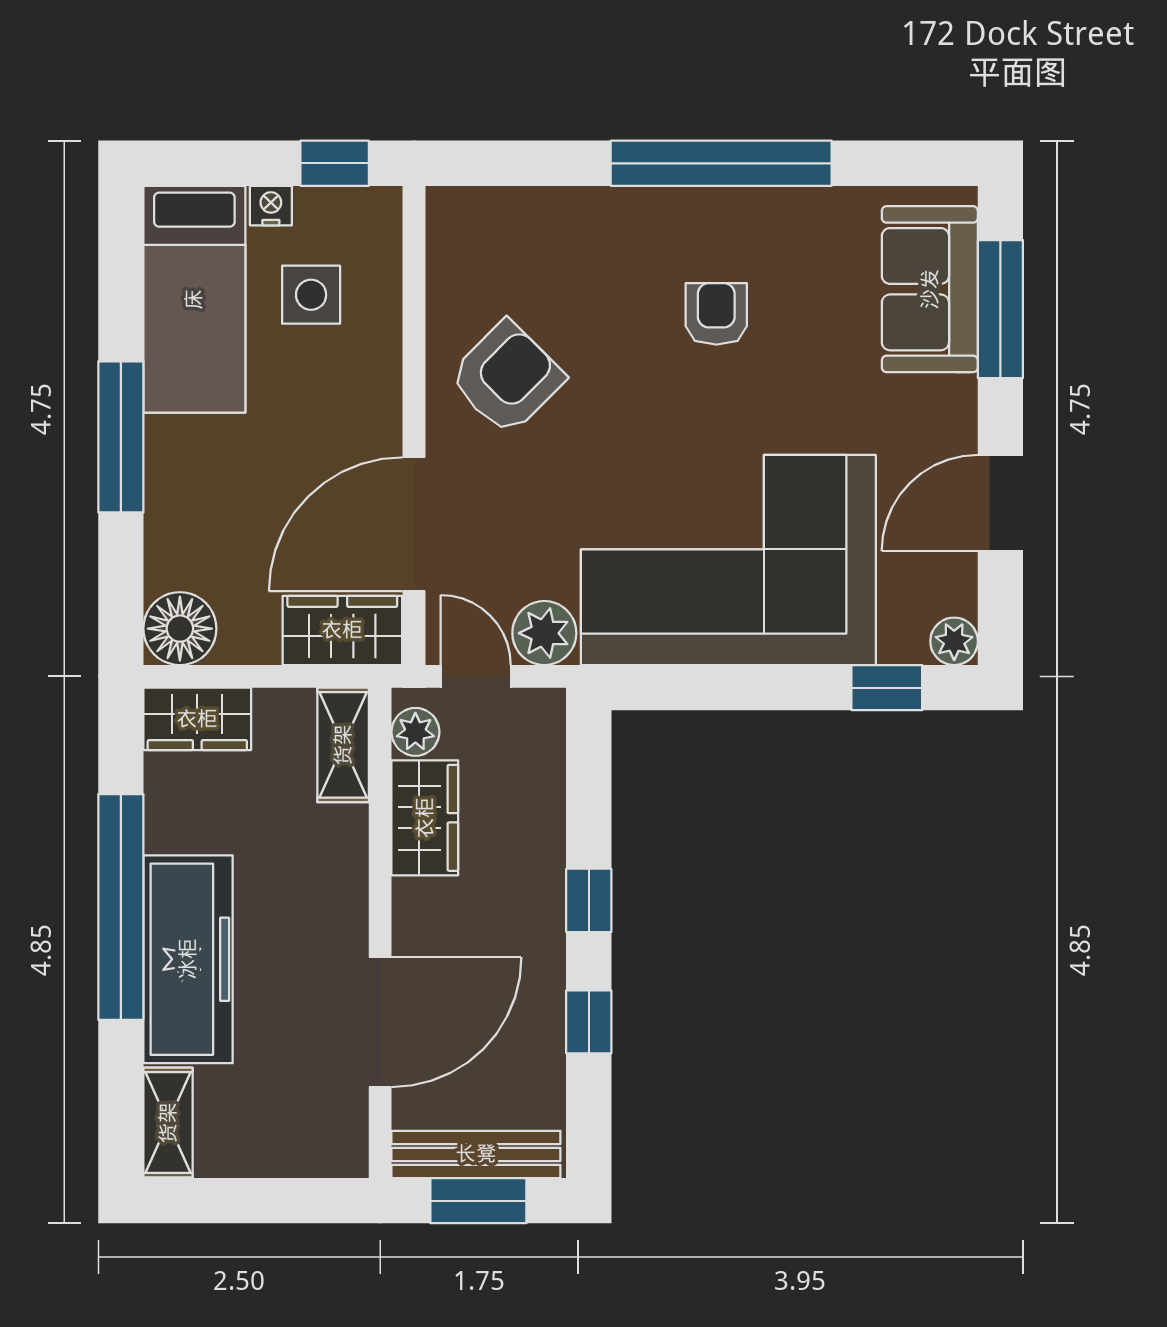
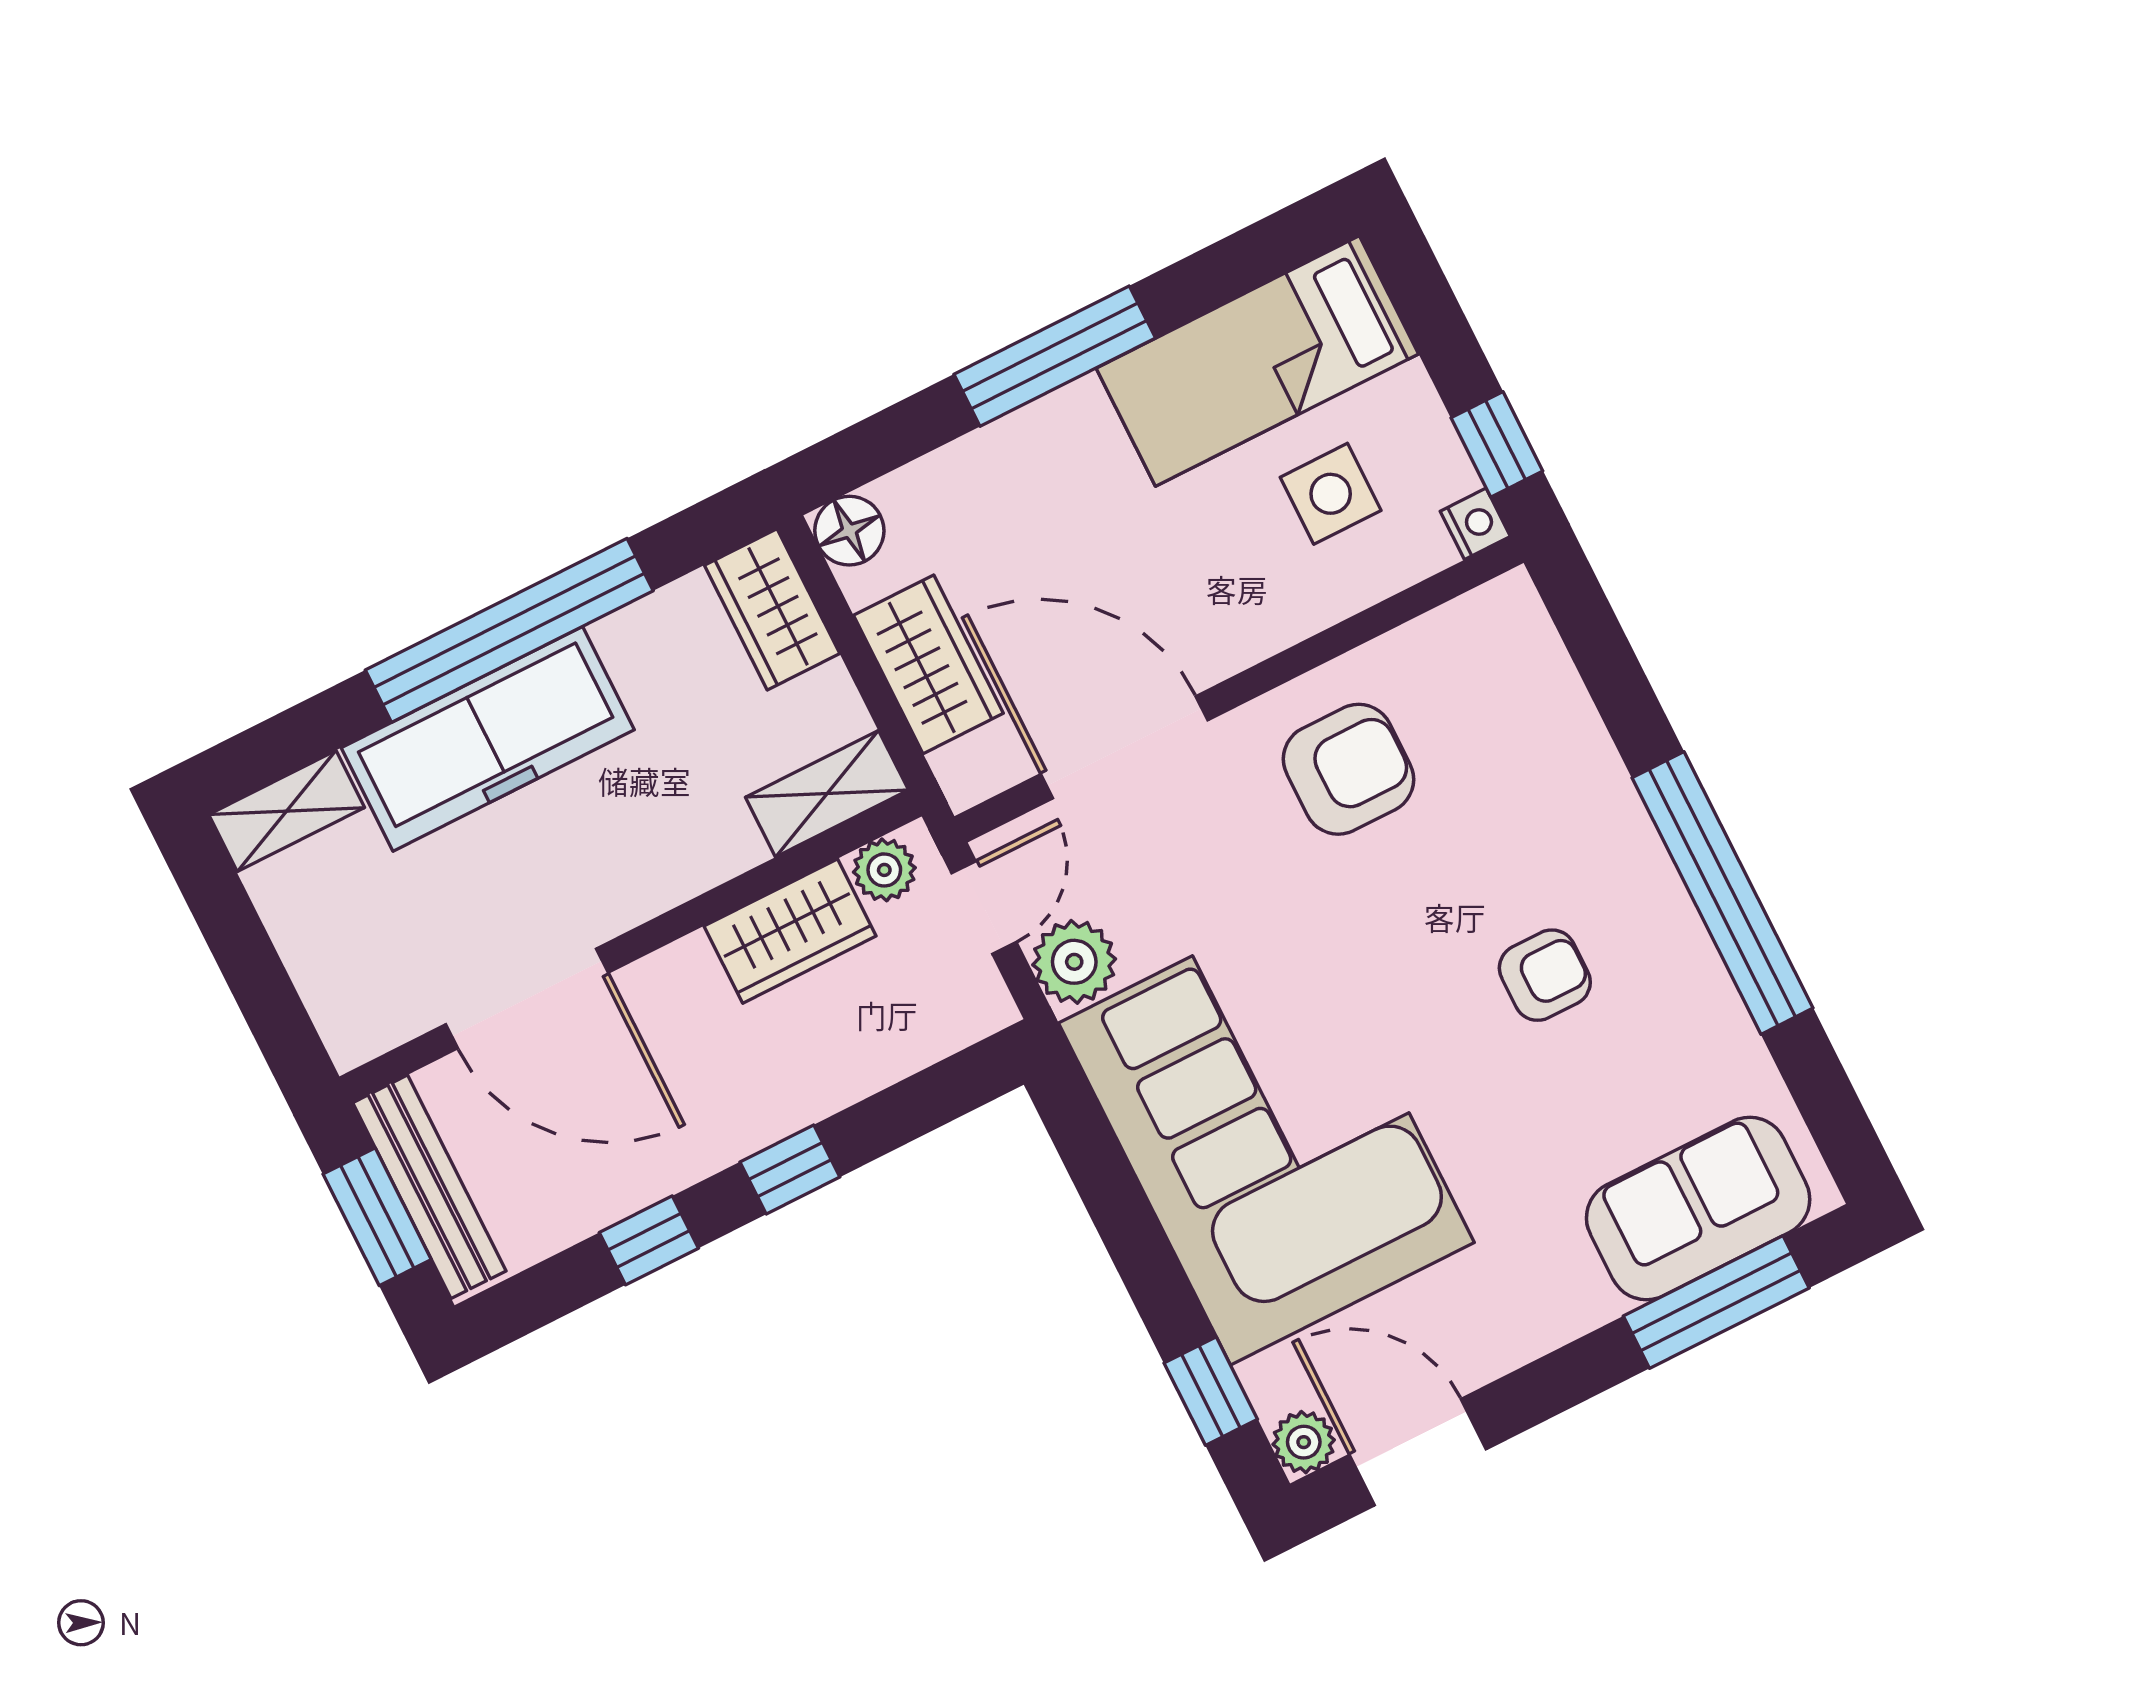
nightstand: (271, 206) -> (1475, 524), moved
armchair: (507, 378) -> (1348, 769), turned -45
door: (1000, 503) -> (1418, 1452), moved
floor lamp: (180, 629) -> (849, 531), width x0.73, depth x0.73
wardrobe: (342, 630) -> (928, 664), moved

